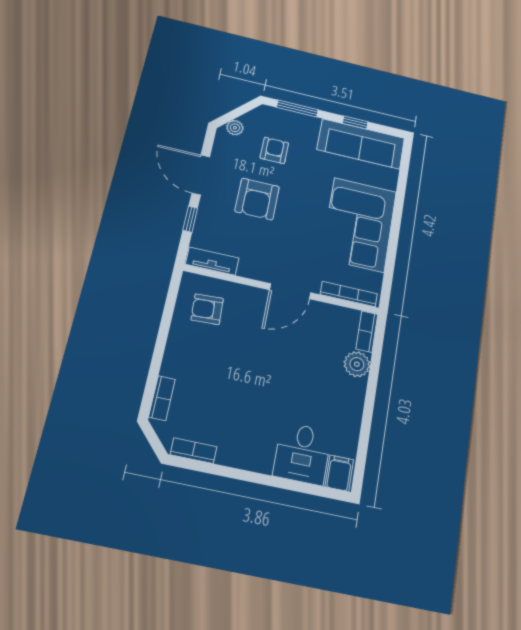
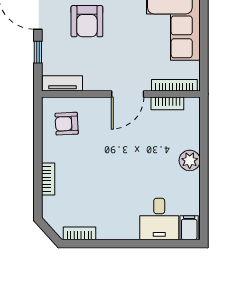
bookcase: (367, 332) -> (167, 103), moved, turned -90
plant: (357, 364) -> (190, 160), moved
bookcase: (162, 398) -> (48, 179), moved

